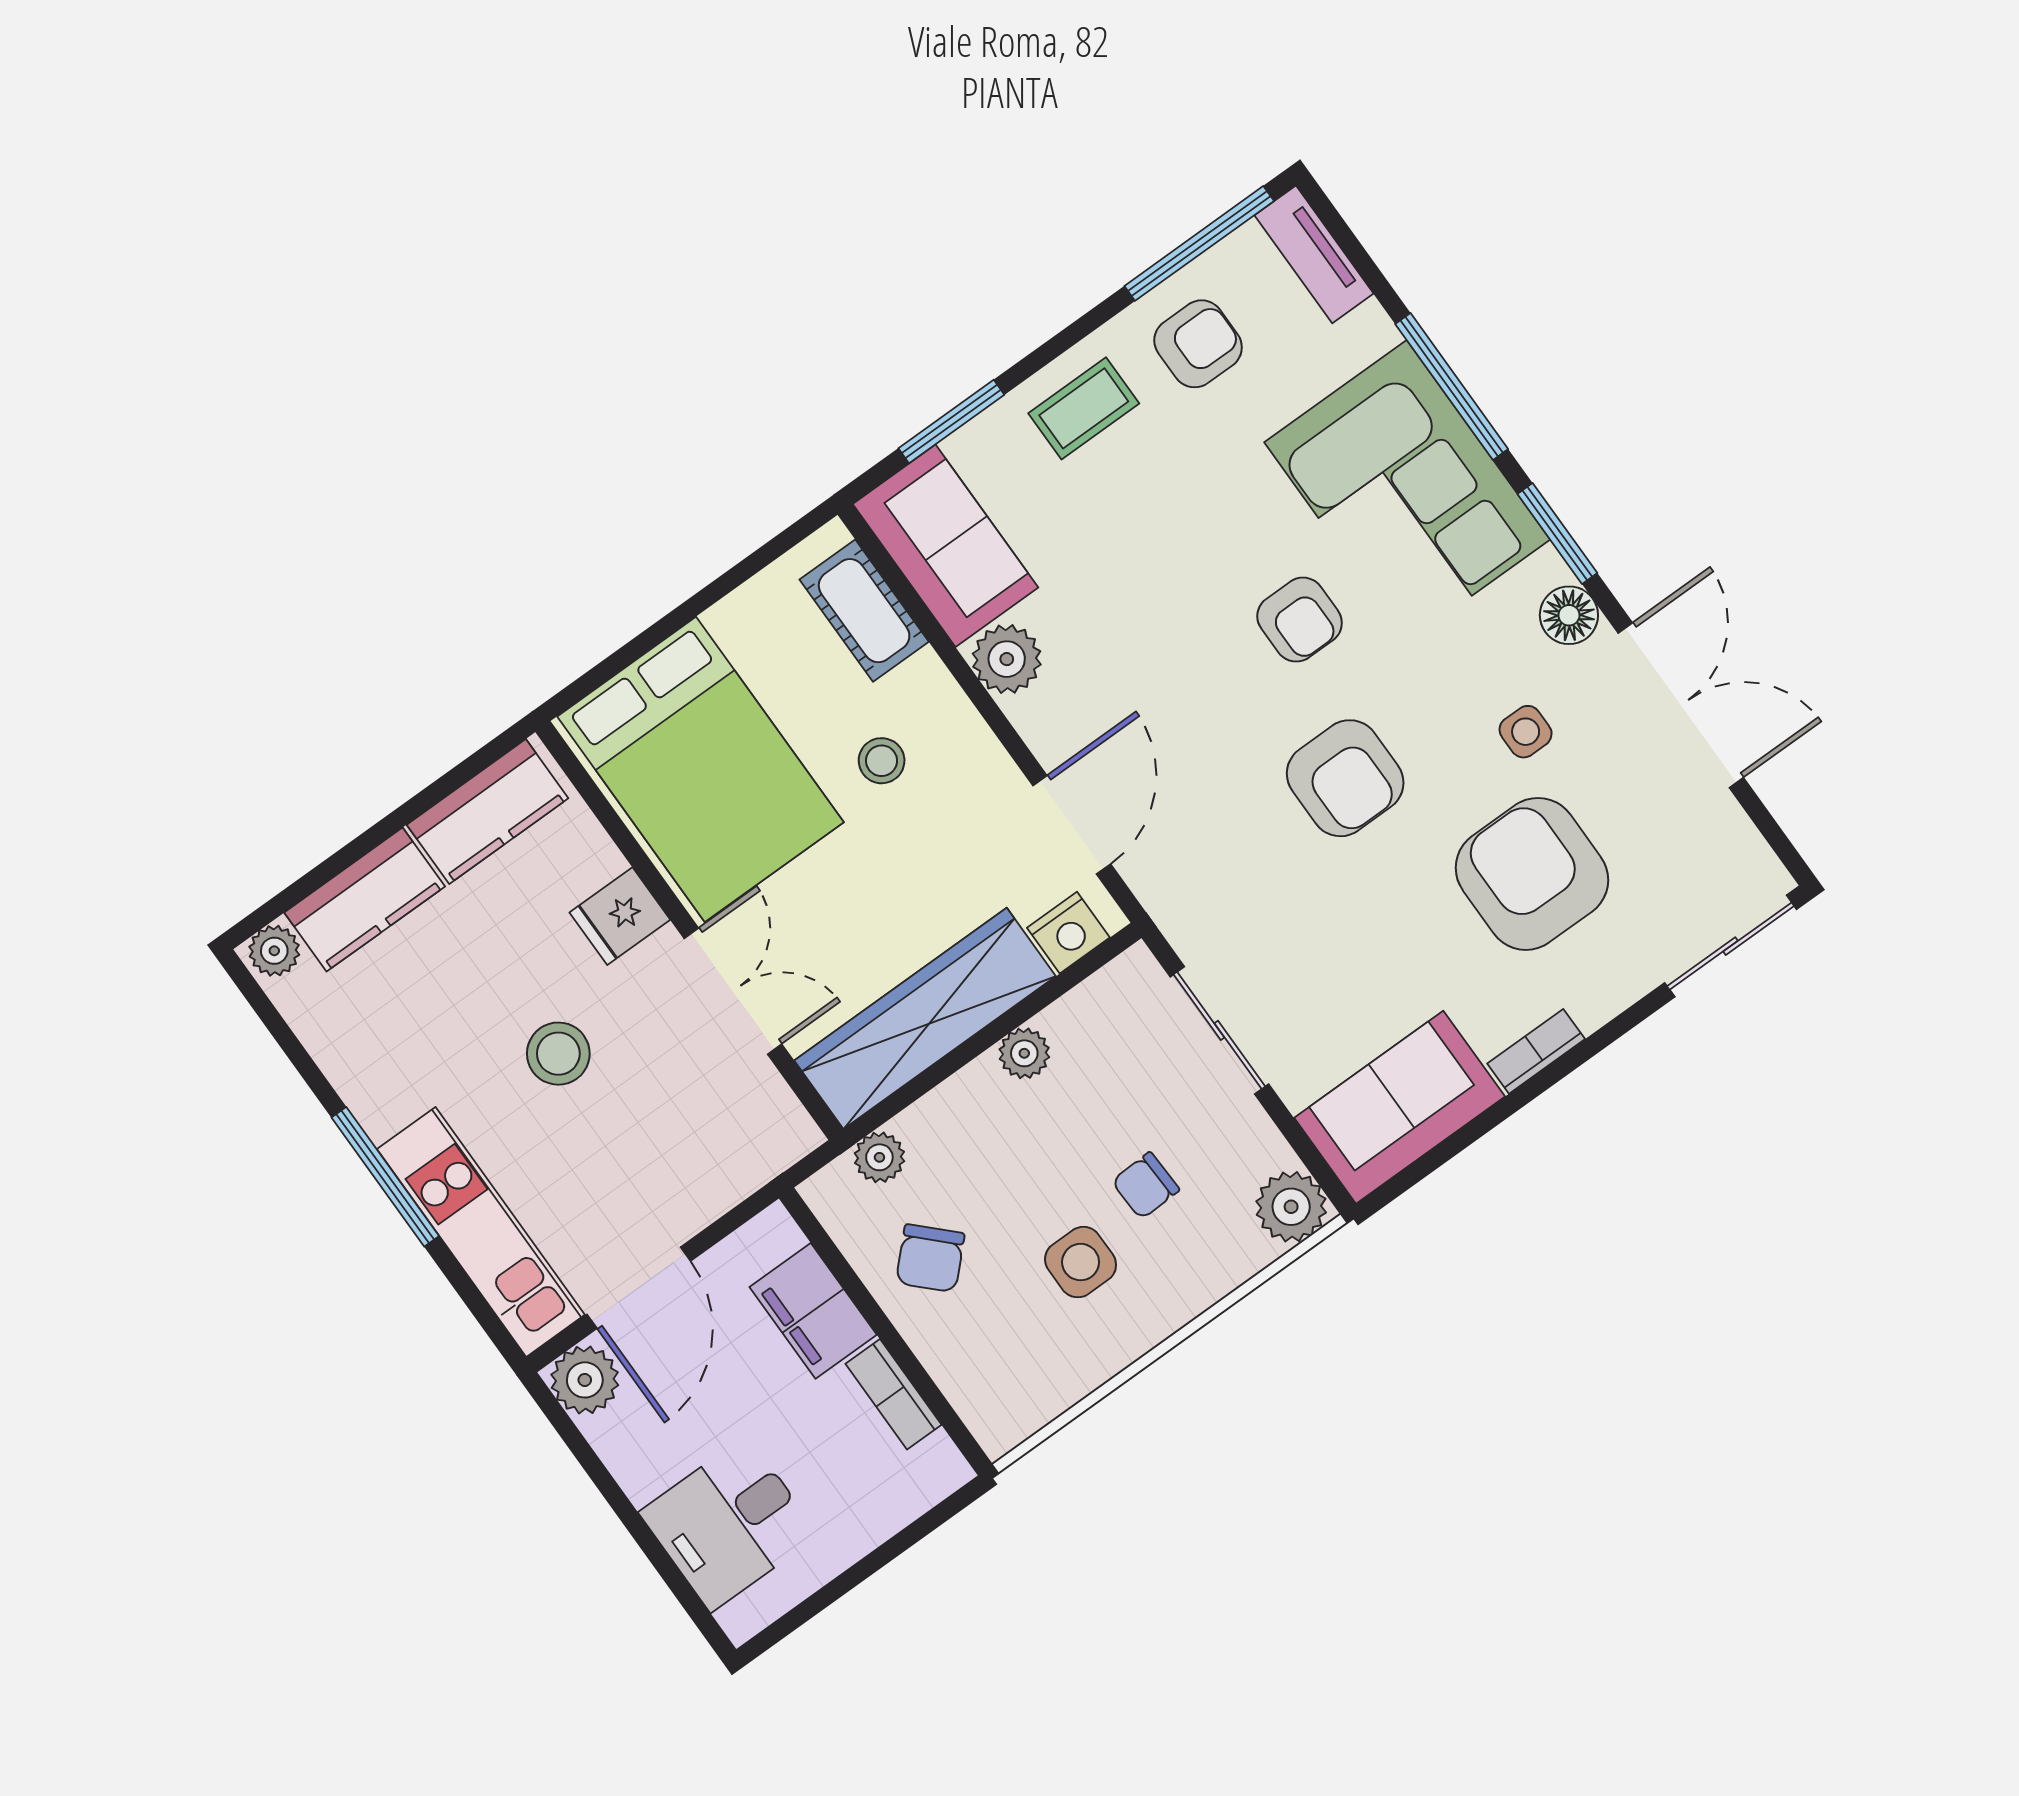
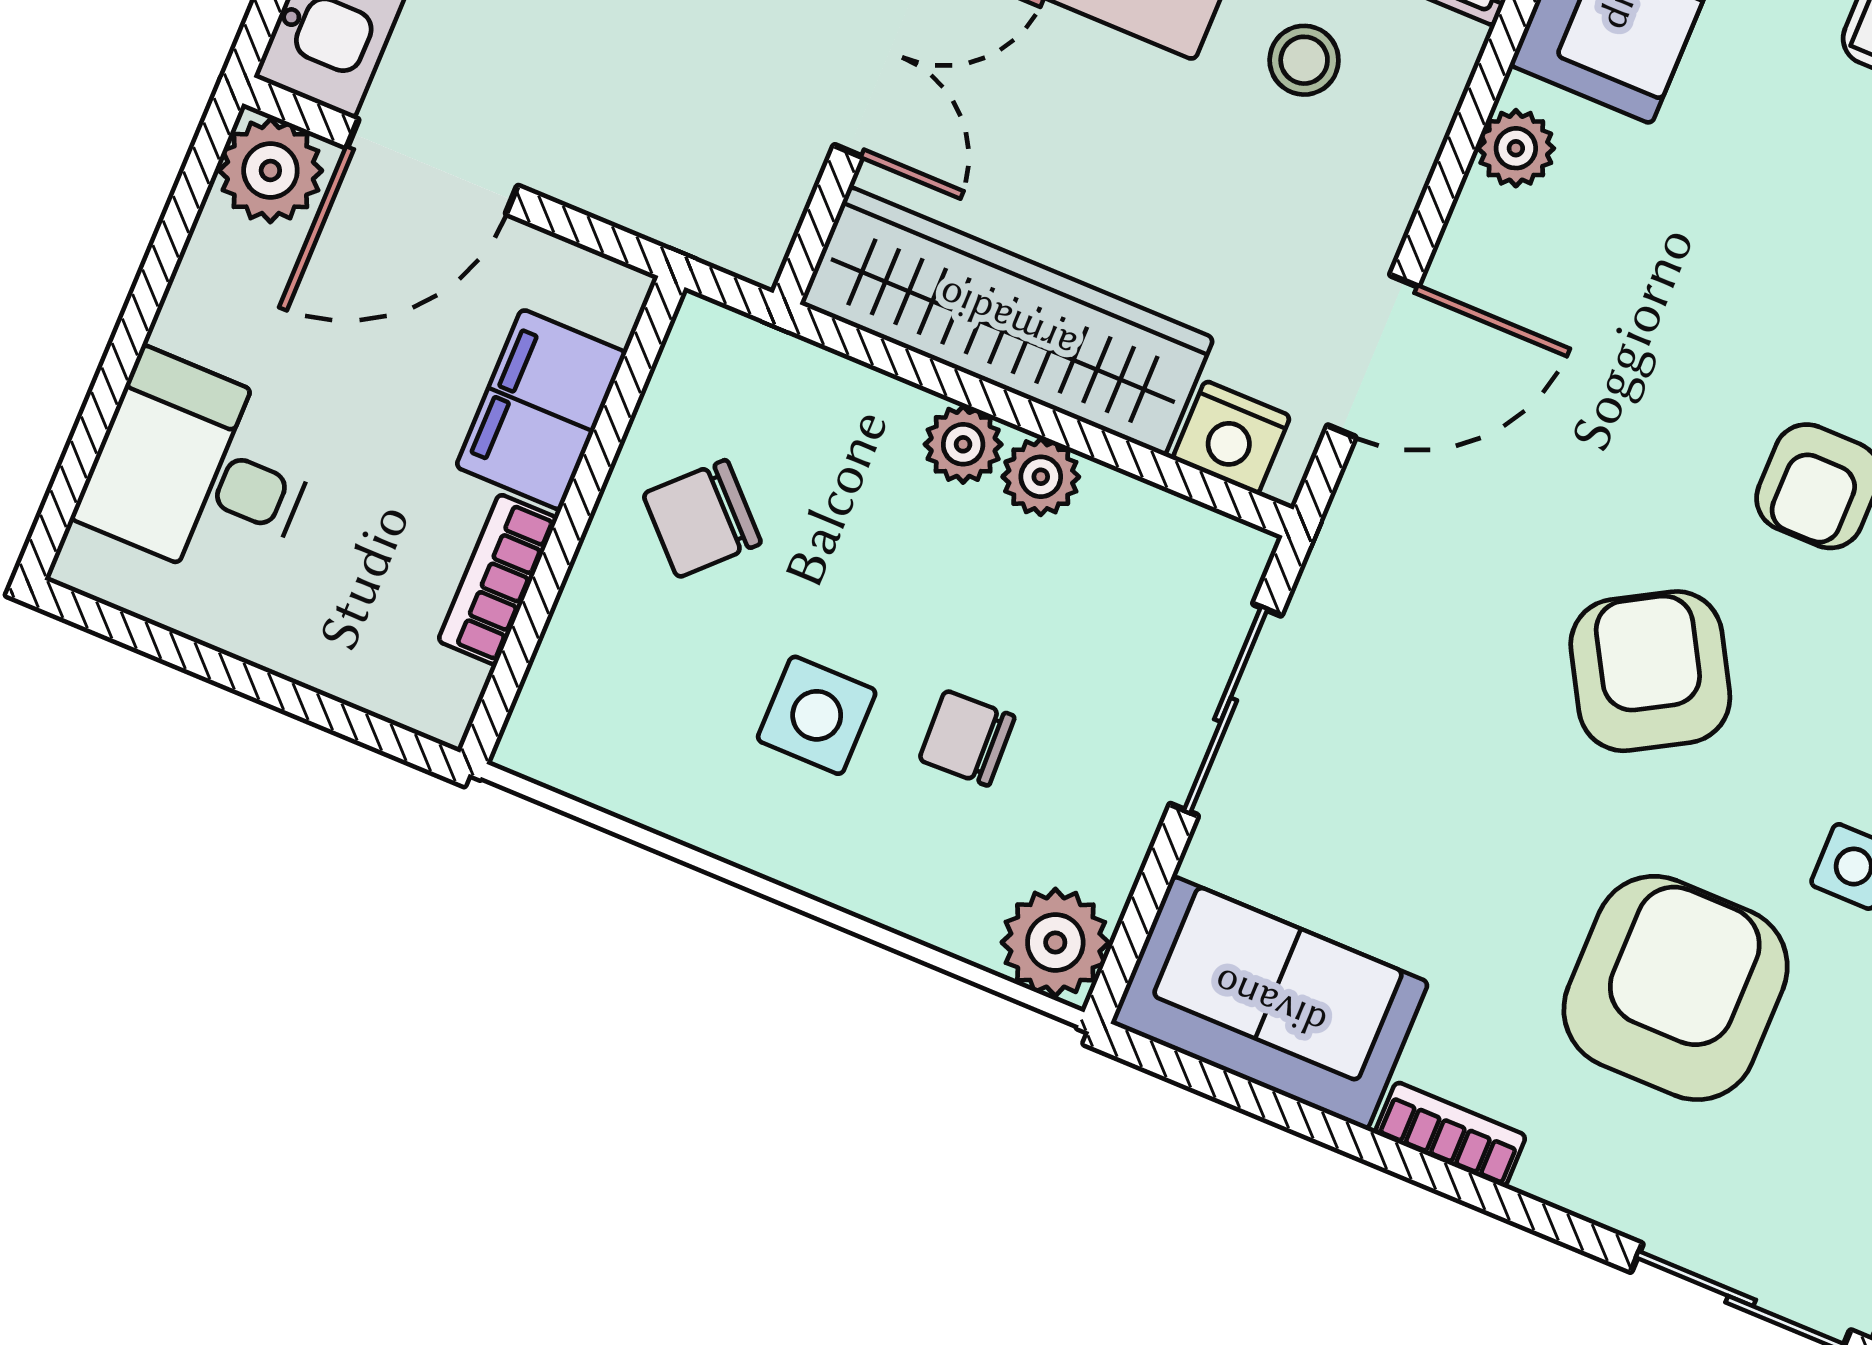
plant: (1007, 659) -> (1516, 148), width x0.73, depth x0.73
armchair: (1345, 778) -> (1650, 671), turned 150
plant: (879, 1157) -> (963, 444), moved

